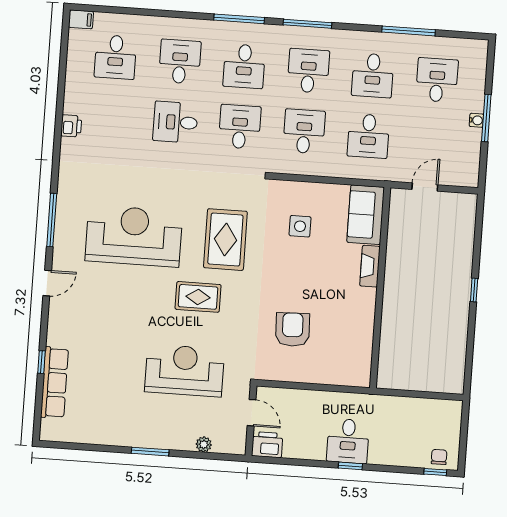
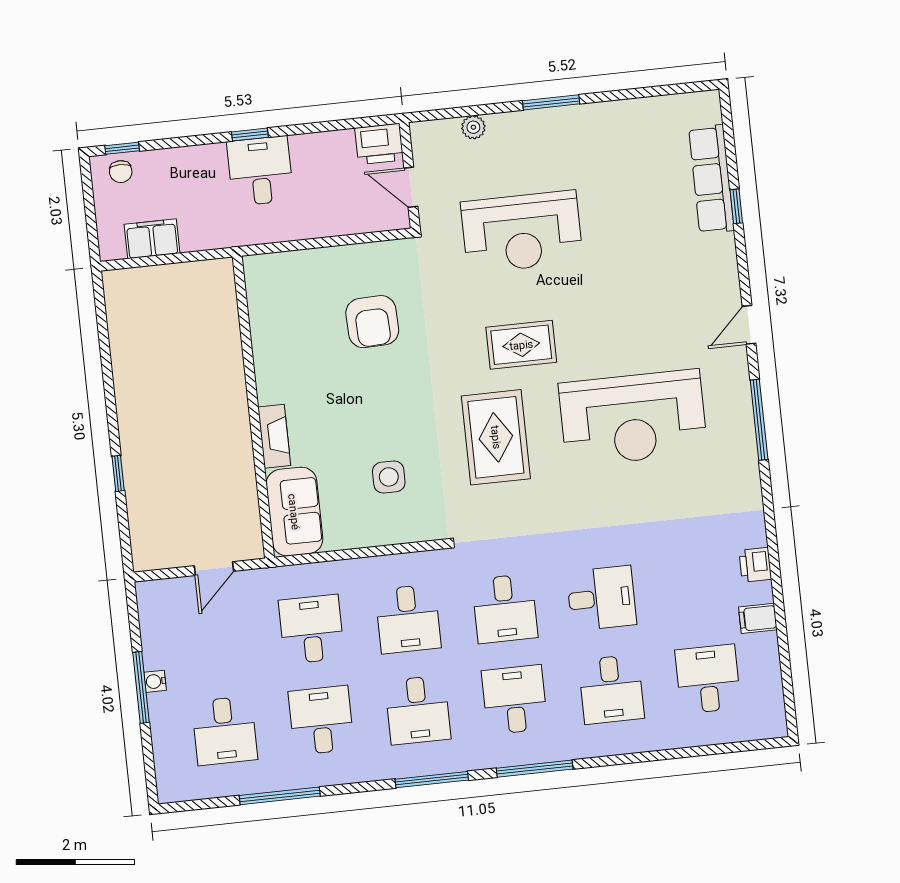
filing cabinet: (81, 19) -> (758, 618), moved
window: (474, 290) -> (118, 473), moved
filing cabinet: (427, 409) -> (152, 239), added

